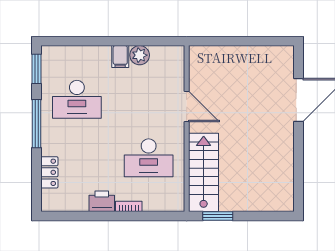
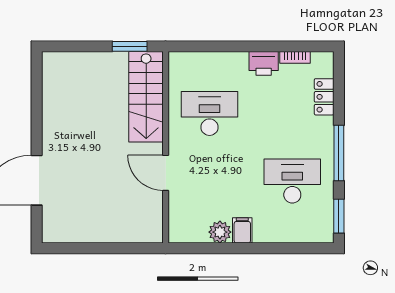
bookcase: (129, 206) -> (295, 57), moved

